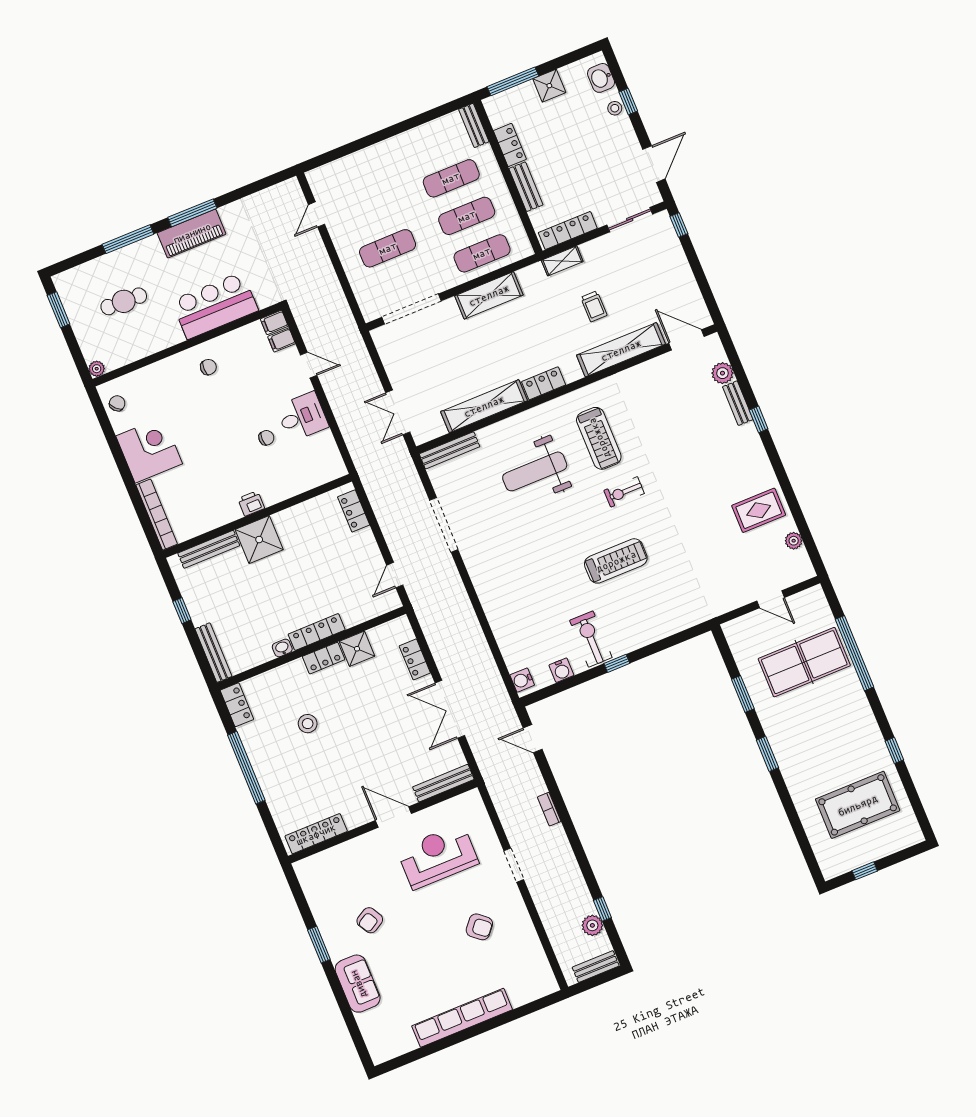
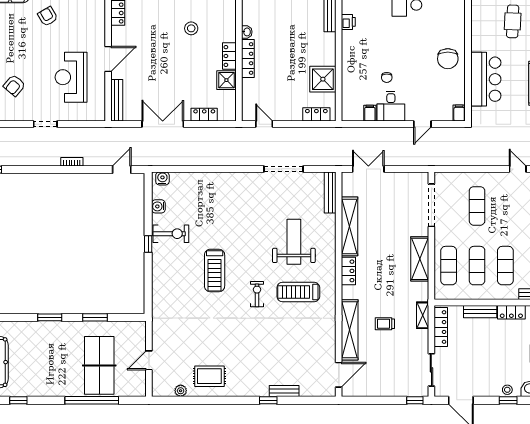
filing cabinet: (282, 340) -> (370, 113), moved
chair: (208, 367) -> (448, 59), width x1.87, depth x1.87
plant: (722, 373) -> (308, 389), removed
printer: (251, 503) -> (348, 22), moved
rug: (759, 510) -> (209, 376), turned 90
shower: (259, 540) -> (323, 79), moved
reception desk: (438, 856) -> (71, 77), turned 180

